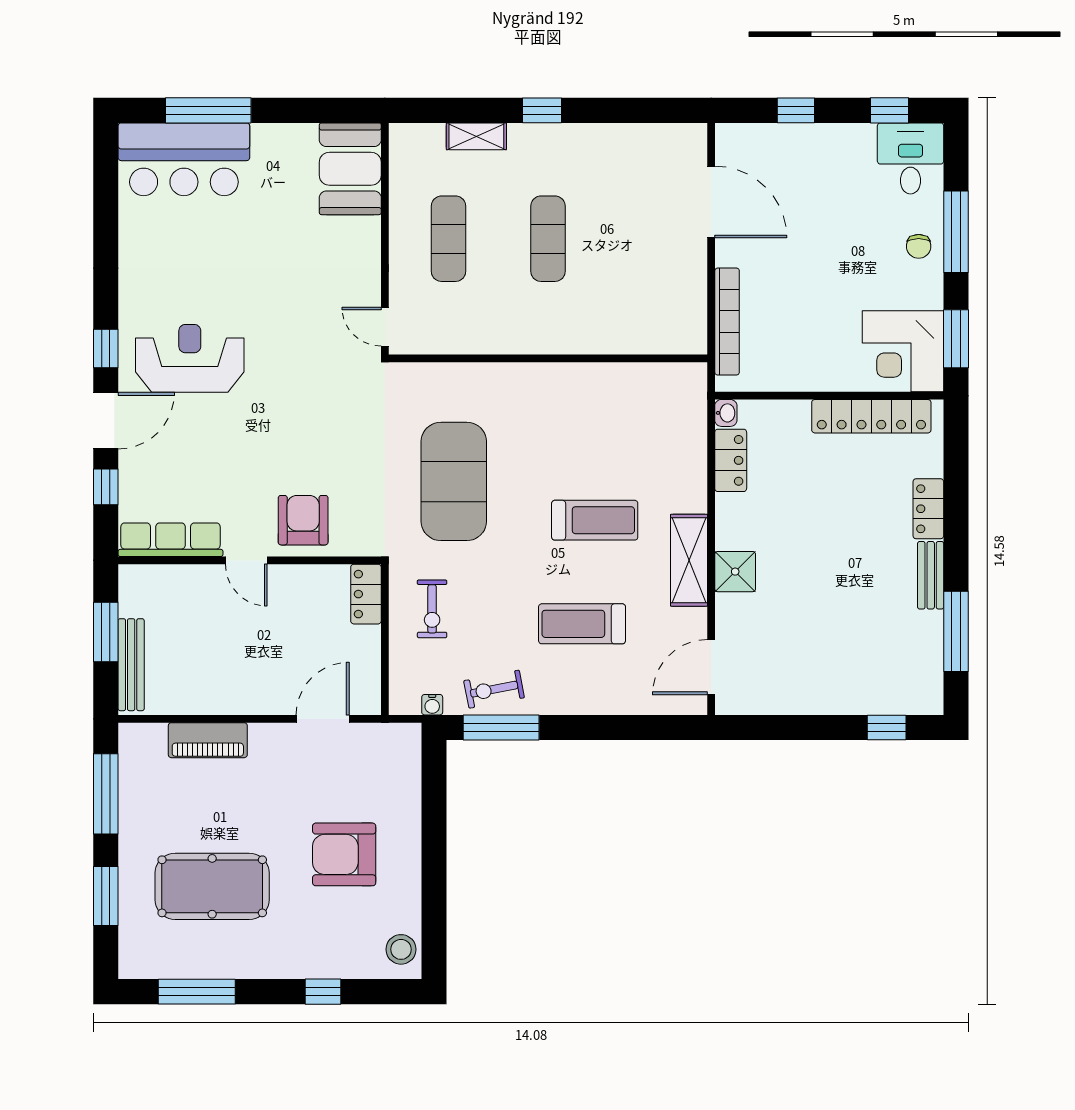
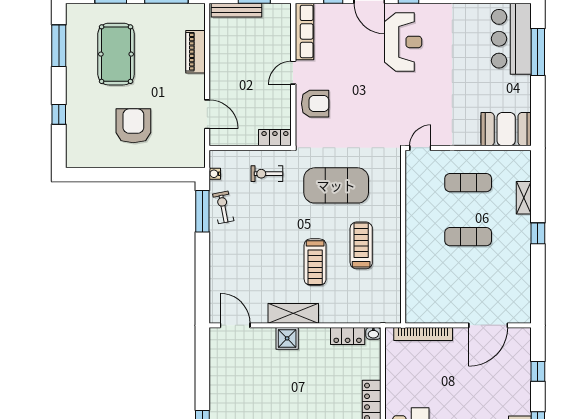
treadmill: (582, 624) -> (361, 245), moved
stool: (401, 949) -> (82, 157), removed

